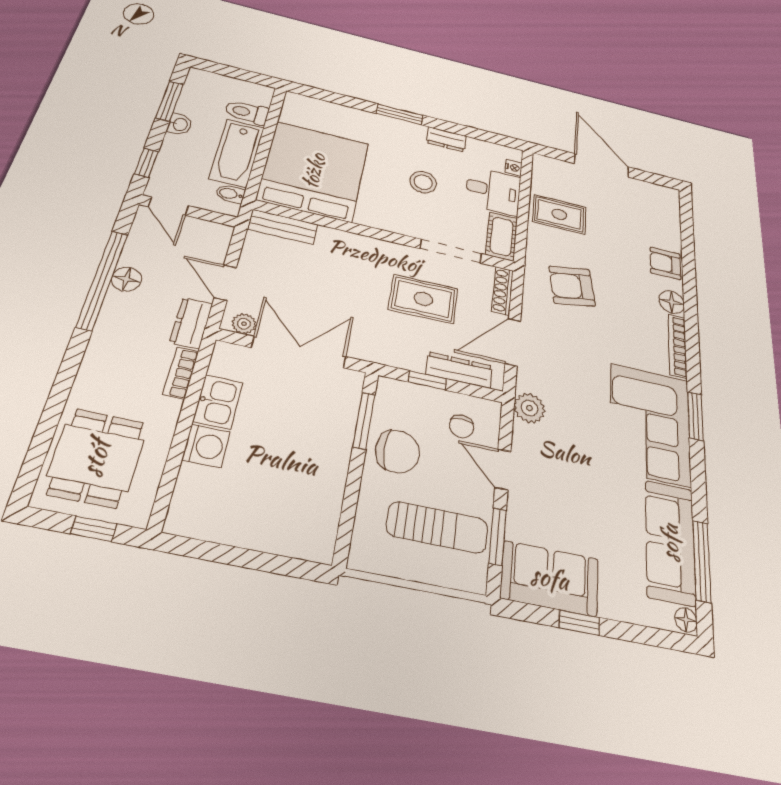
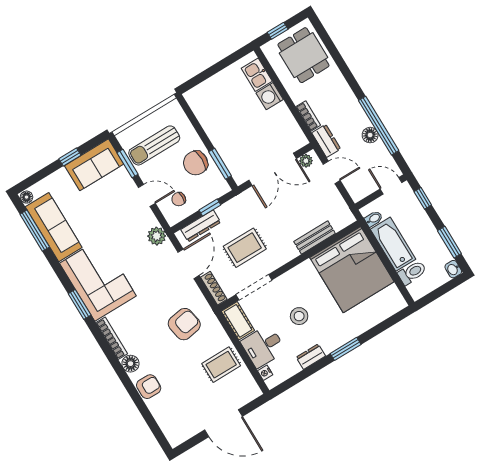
washbasin: (180, 124) -> (453, 269), moved
bench: (283, 227) -> (315, 237), moved
kitchen sink: (218, 402) -> (257, 75), moved
chair: (462, 426) -> (179, 199), turned -90

